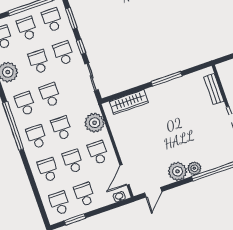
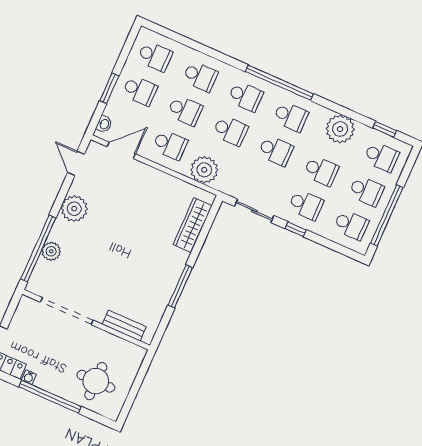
window: (71, 18) -> (334, 246), removed
plant: (194, 168) -> (51, 251), moved
door: (125, 175) -> (121, 150), hinge flipped
window: (75, 219) -> (109, 88), moved

